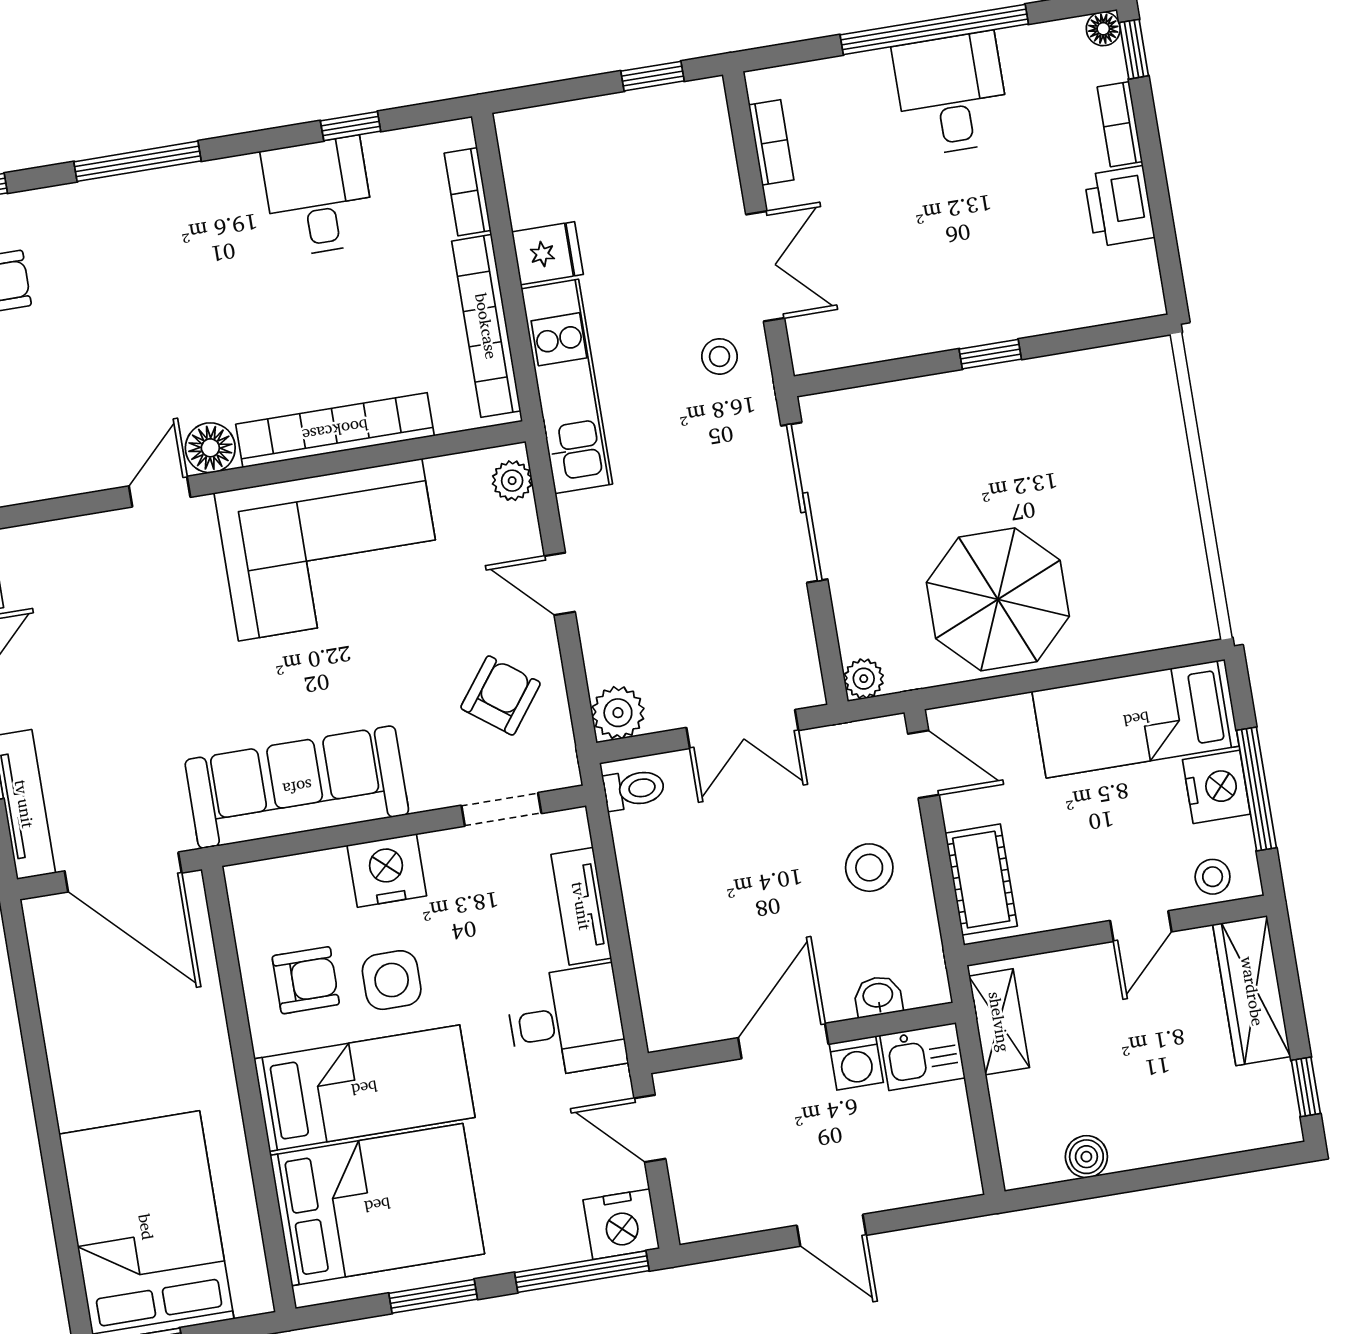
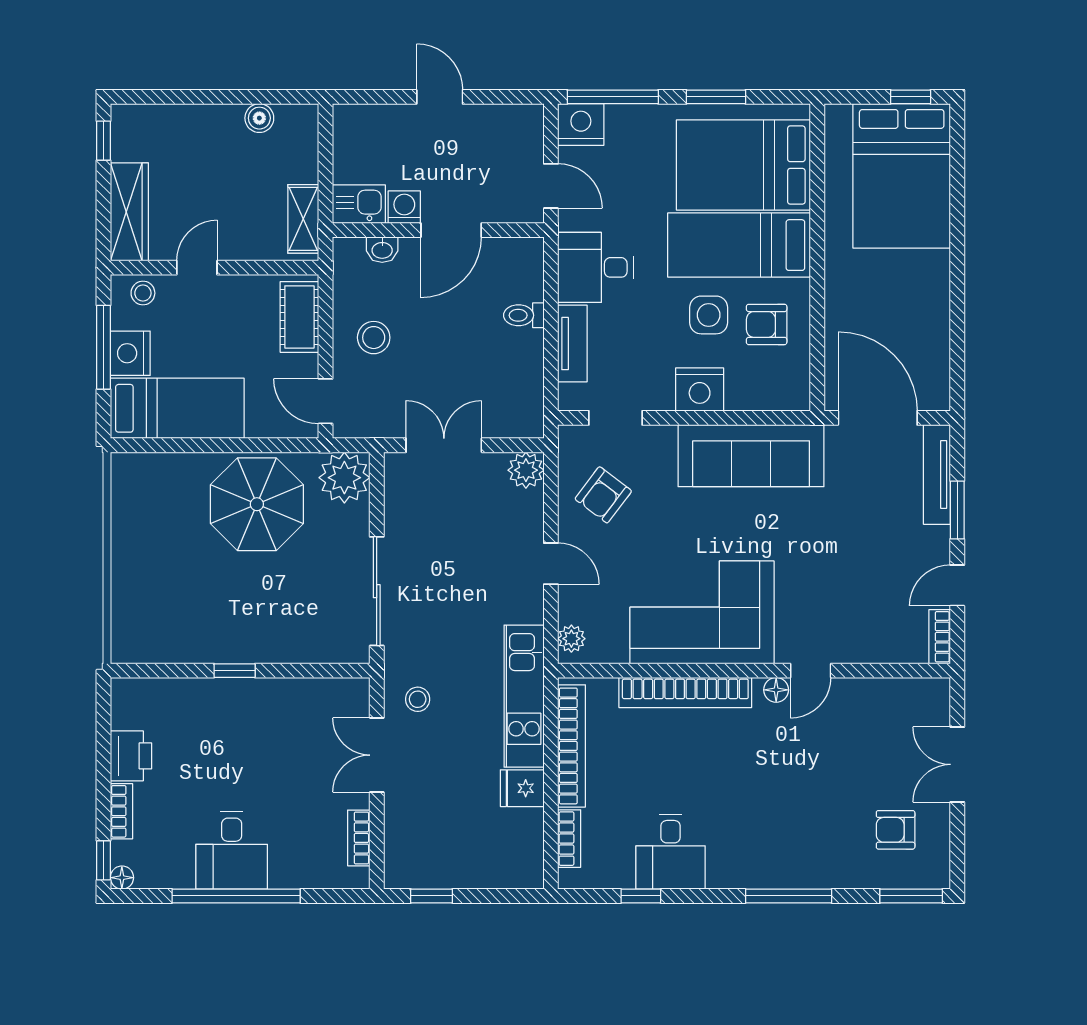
floor lamp: (210, 448) -> (776, 690), width x0.73, depth x0.73
plant: (864, 679) -> (344, 478), width x1.88, depth x1.88
toilet: (634, 789) -> (524, 315), moved

